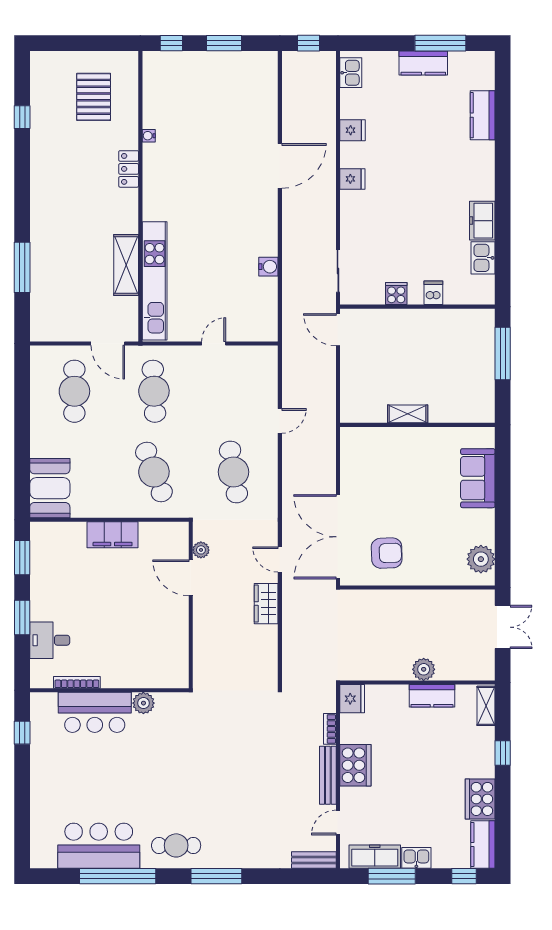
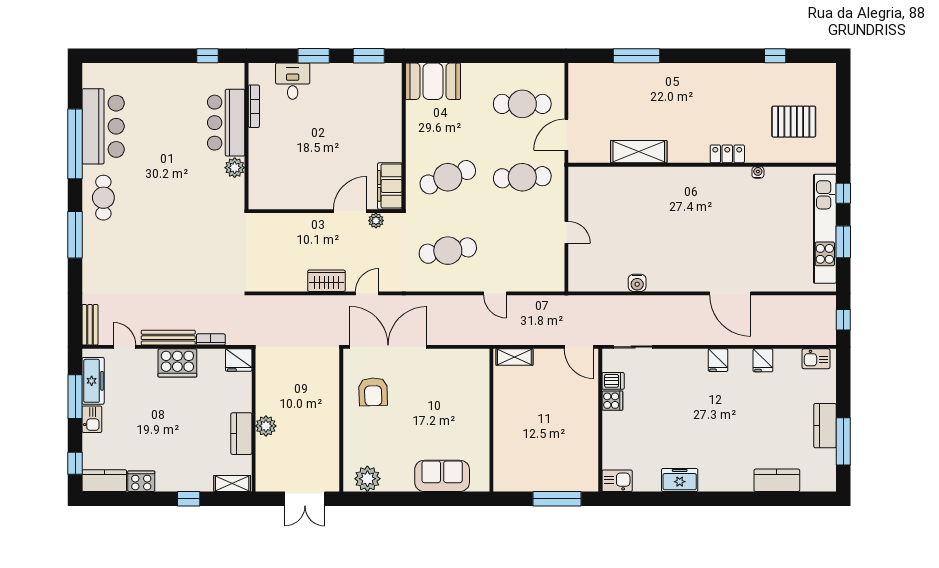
kitchen sink: (483, 258) -> (617, 481), moved
kitchen unit: (155, 281) -> (825, 229), moved, turned 90
dishwasher: (433, 293) -> (613, 381), moved
door: (338, 330) -> (579, 347), swing flipped
shelving: (408, 414) -> (514, 357), moved, turned 90
filing cabinet: (113, 535) -> (390, 186), moved
cooker: (480, 799) -> (141, 481), width x0.73, depth x0.76

